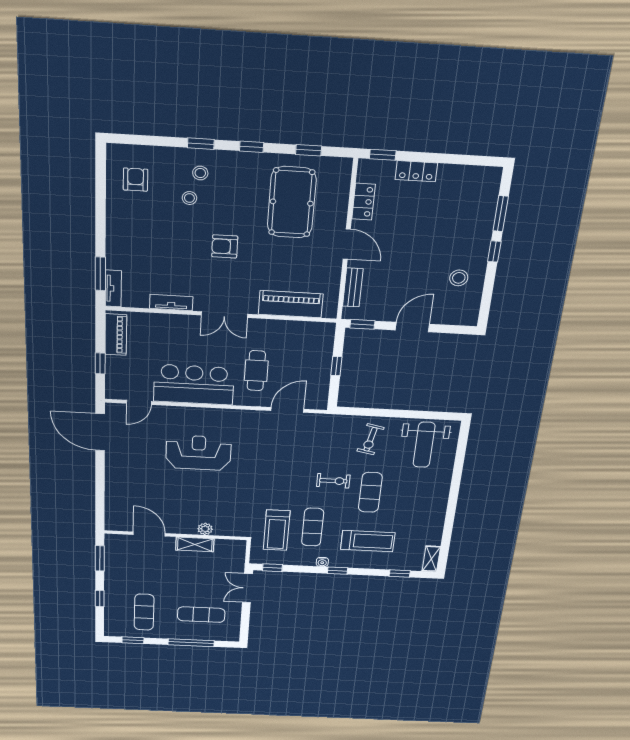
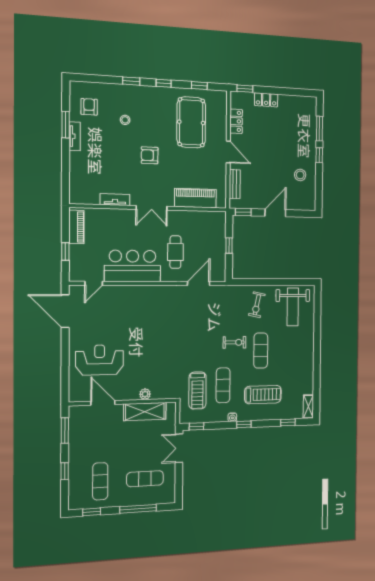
stool: (200, 173) -> (132, 102), removed
window: (100, 274) -> (66, 125), moved
tv unit: (113, 288) -> (75, 136), moved
reception desk: (198, 453) -> (100, 360), moved
shelving: (195, 544) -> (145, 412), width x1.50, depth x1.33

